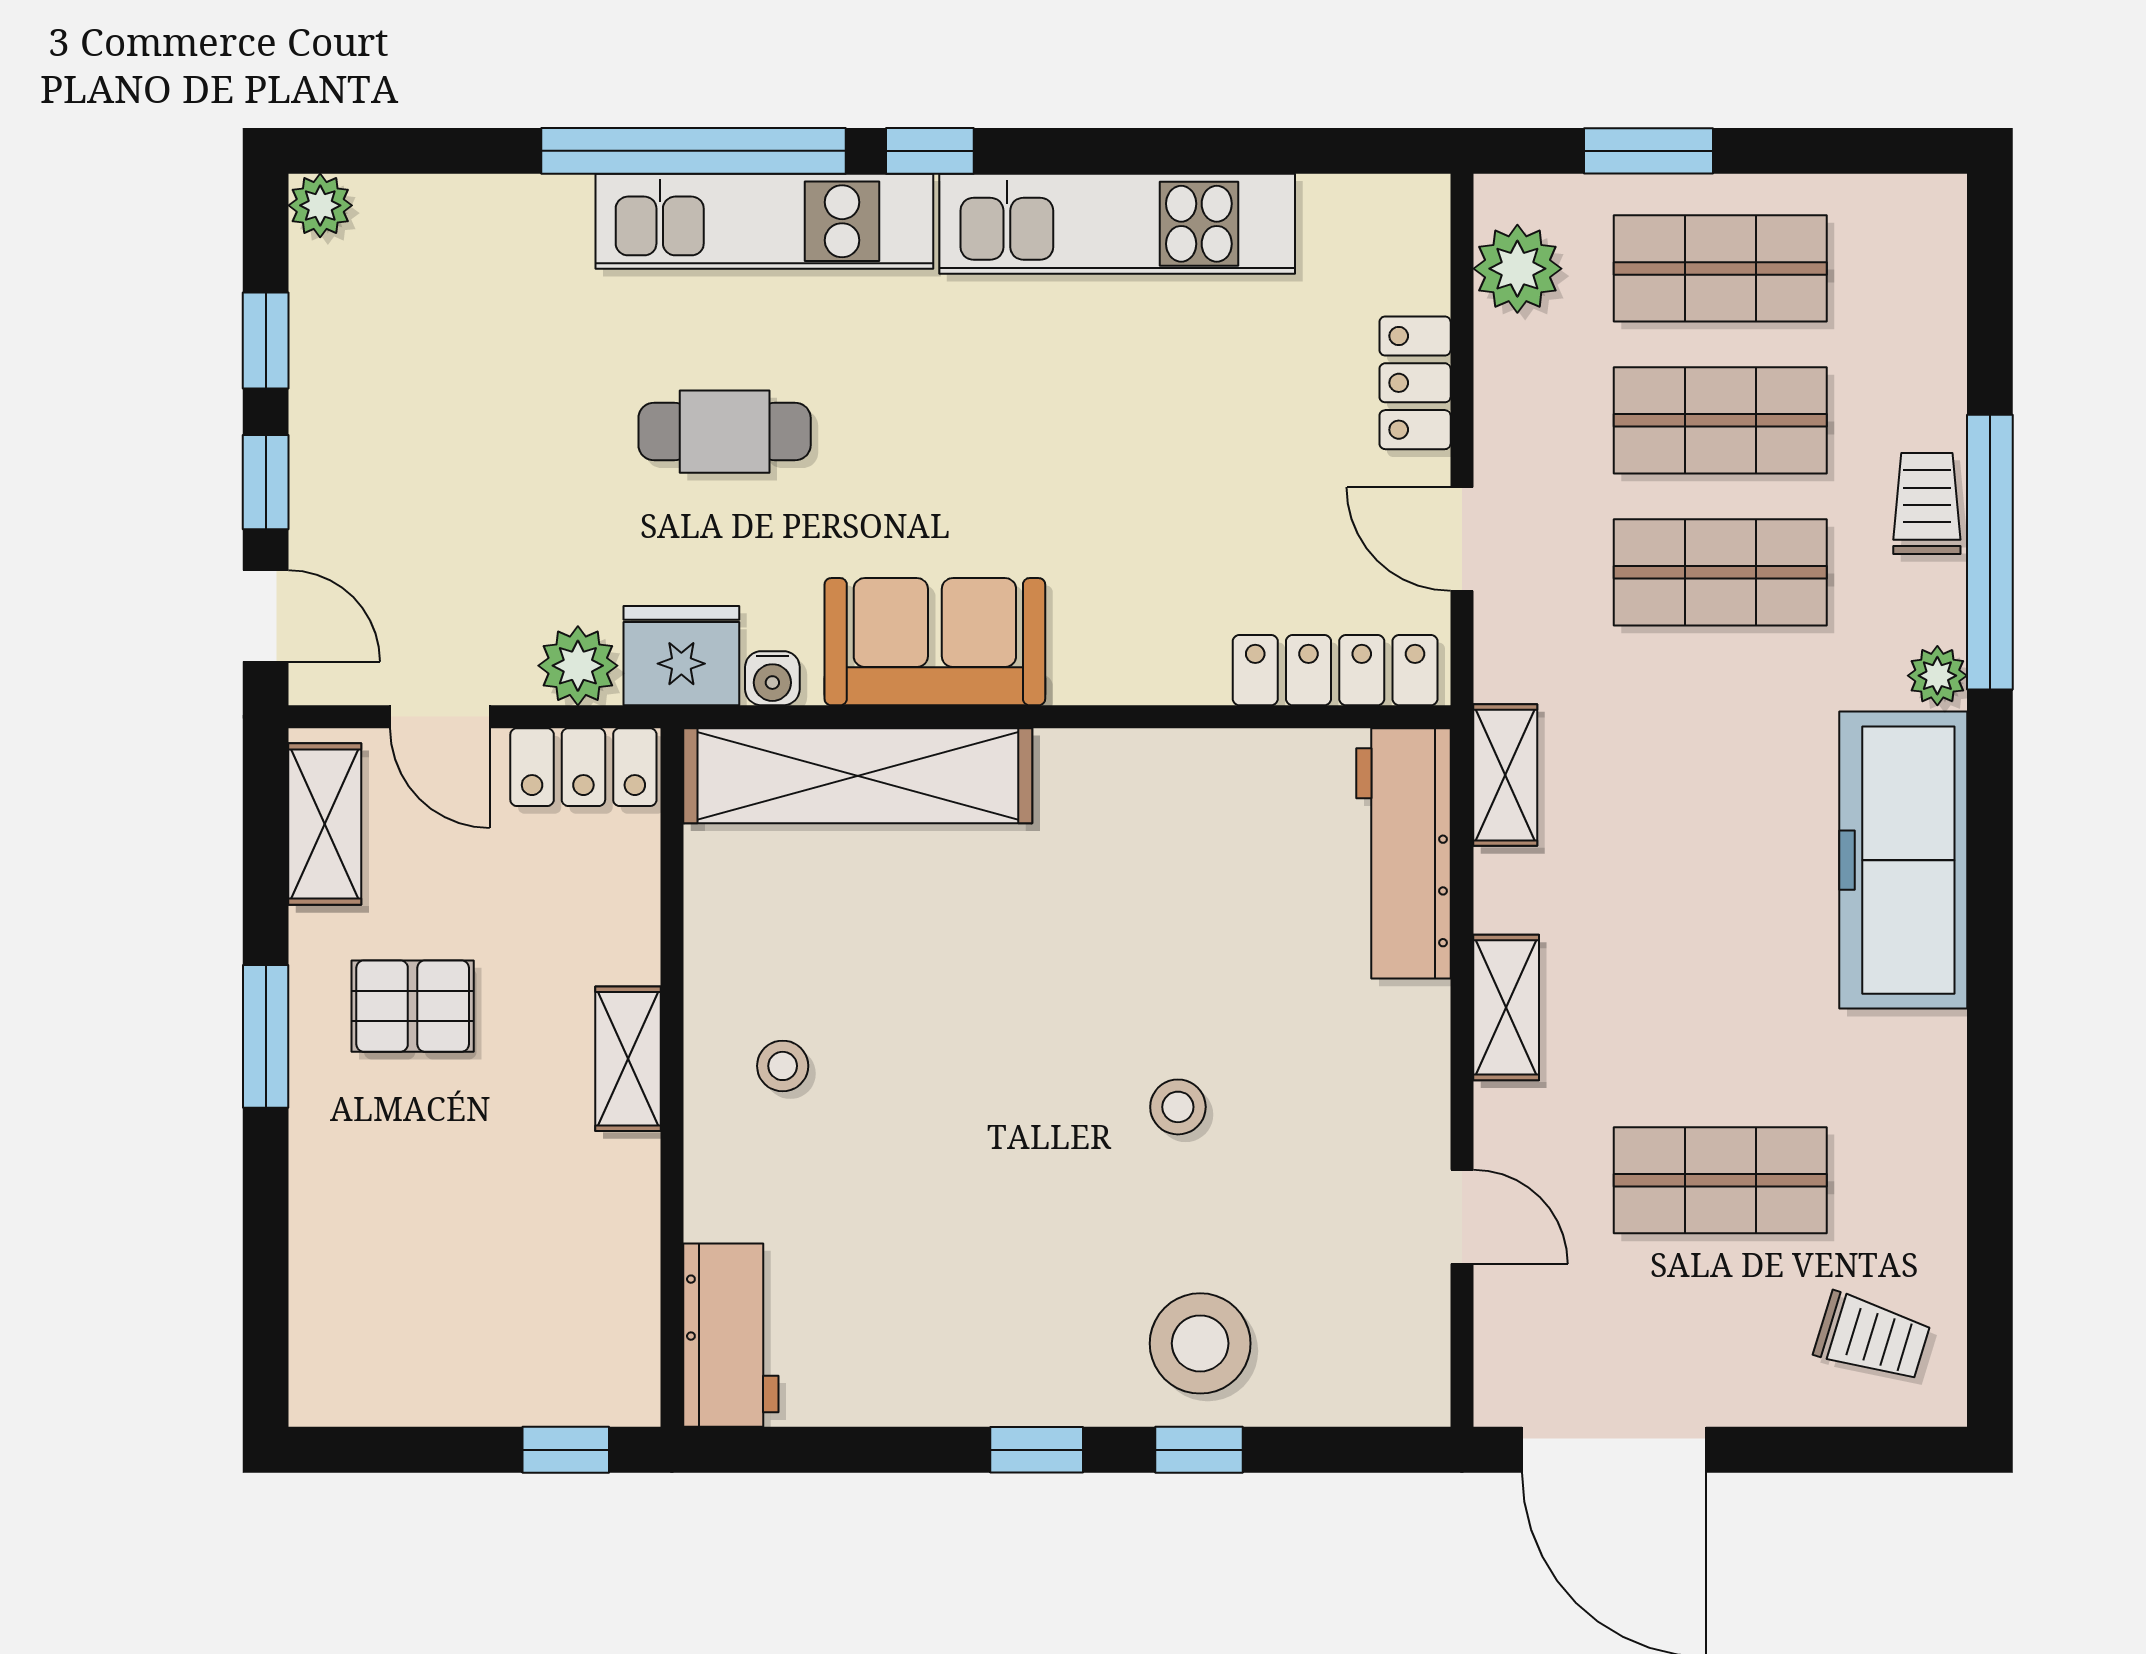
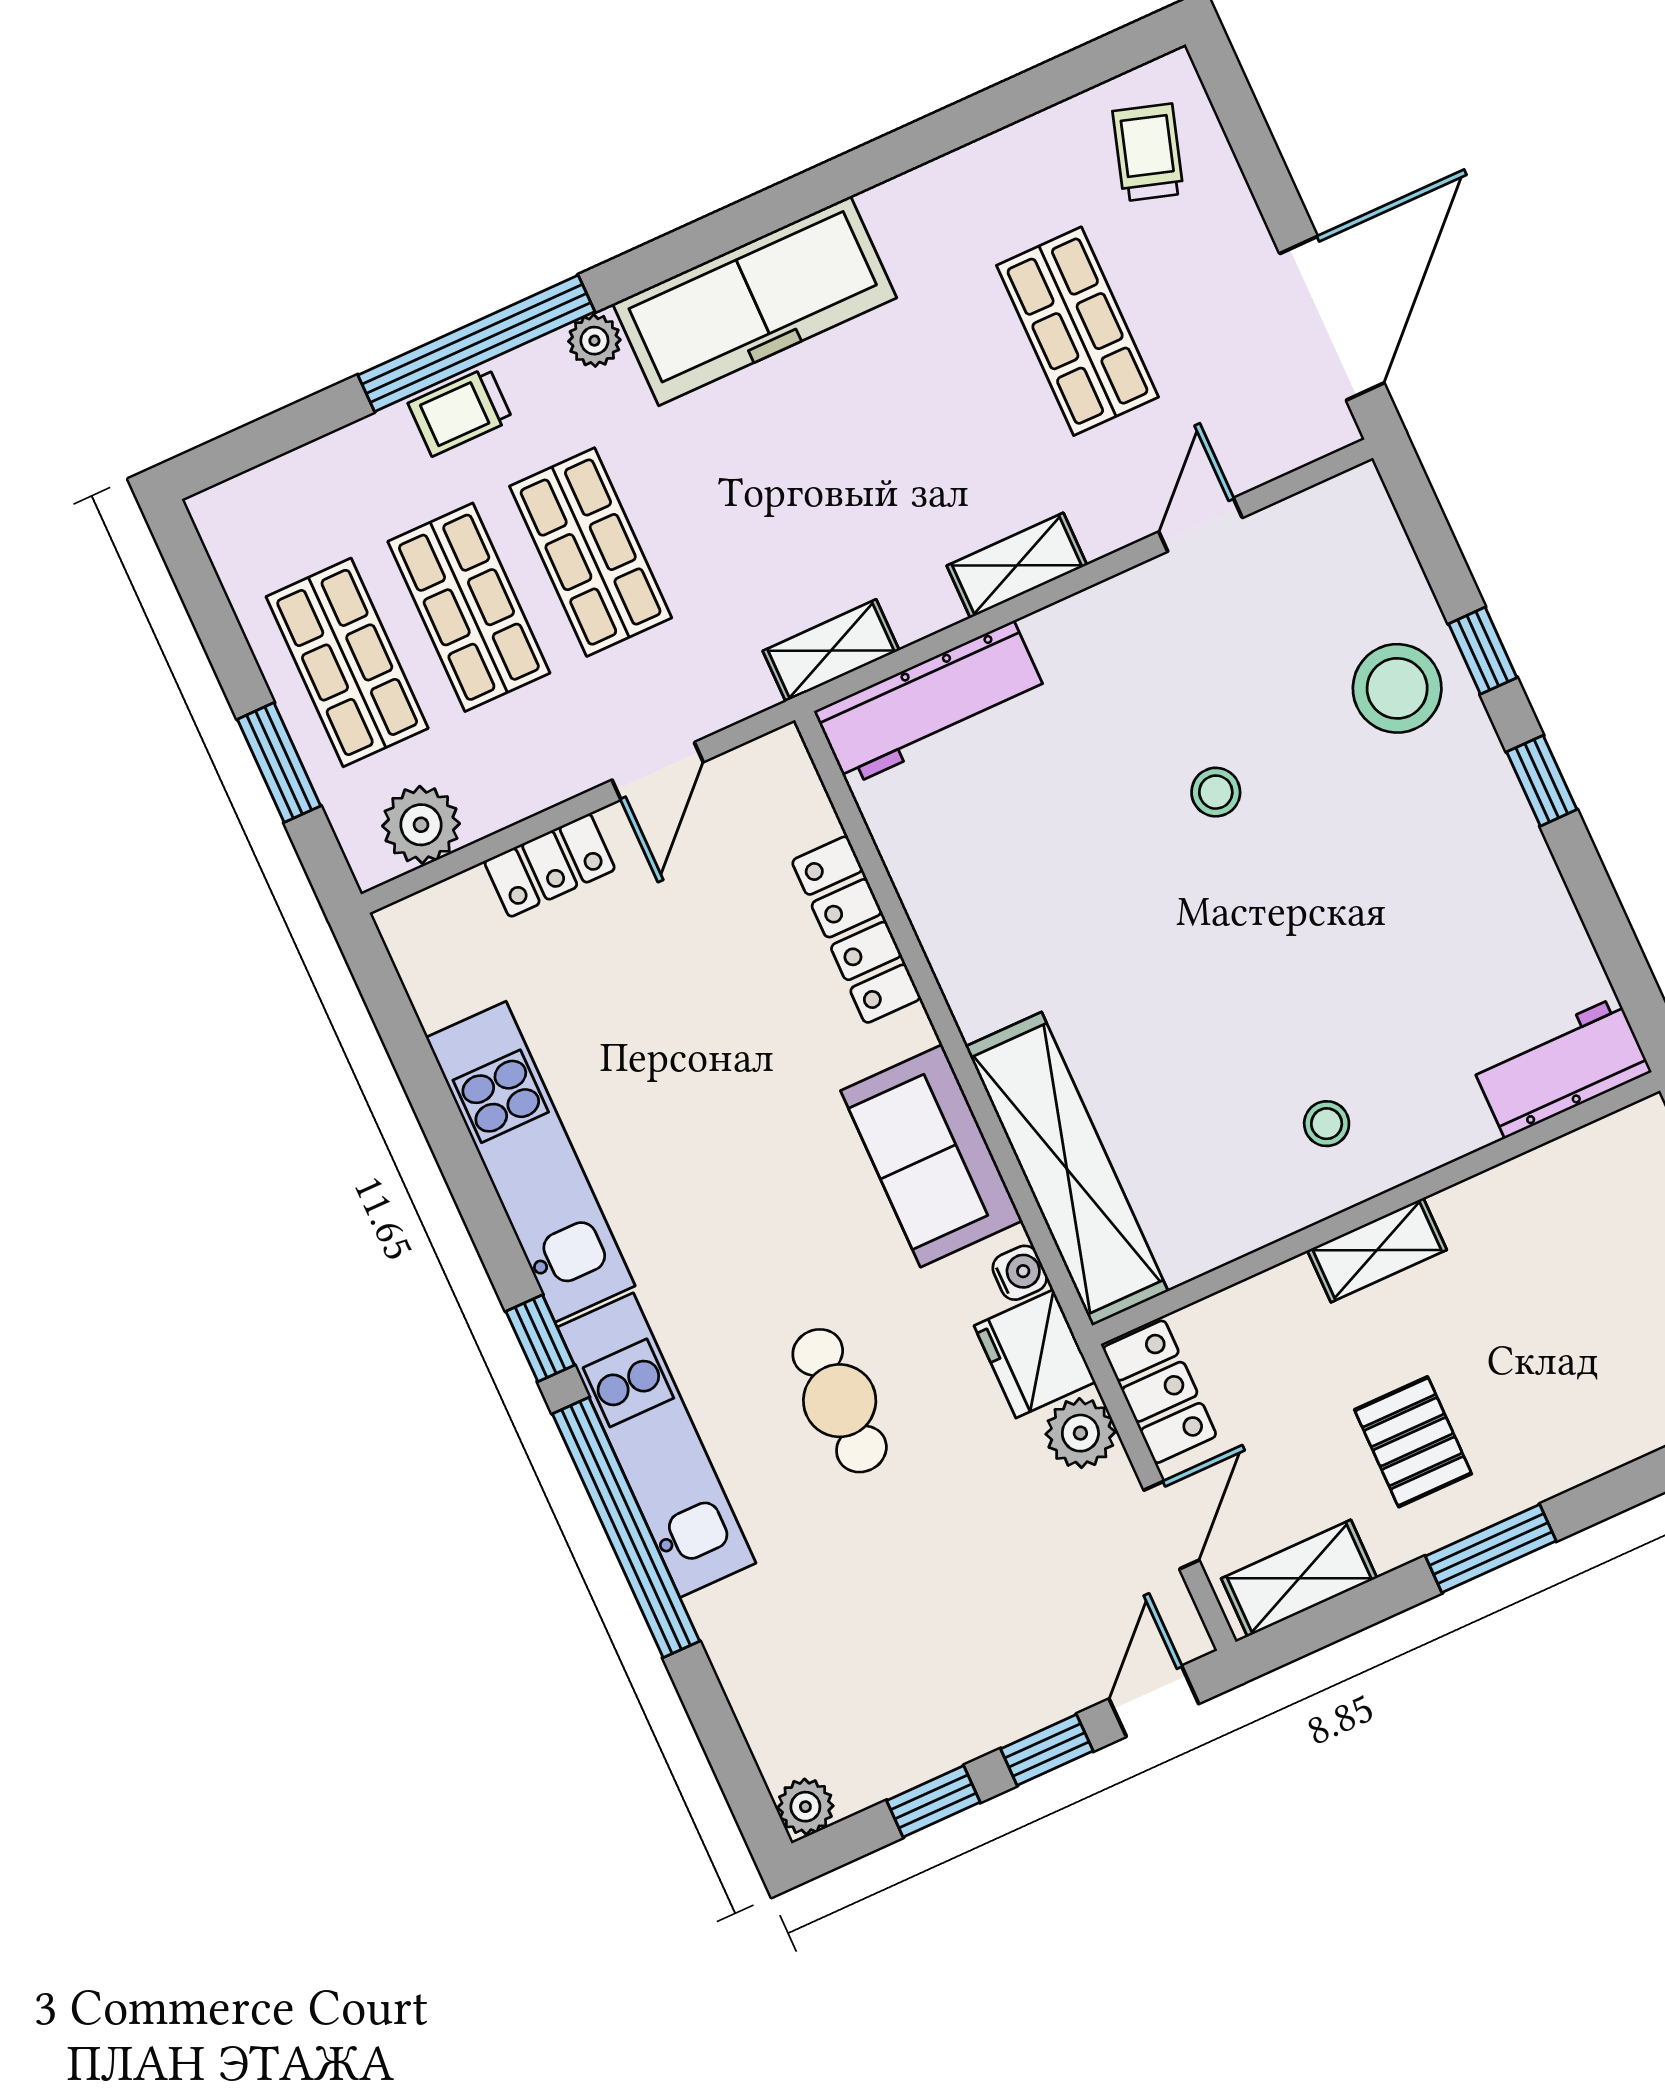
locker: (1335, 670) -> (856, 930), moved

